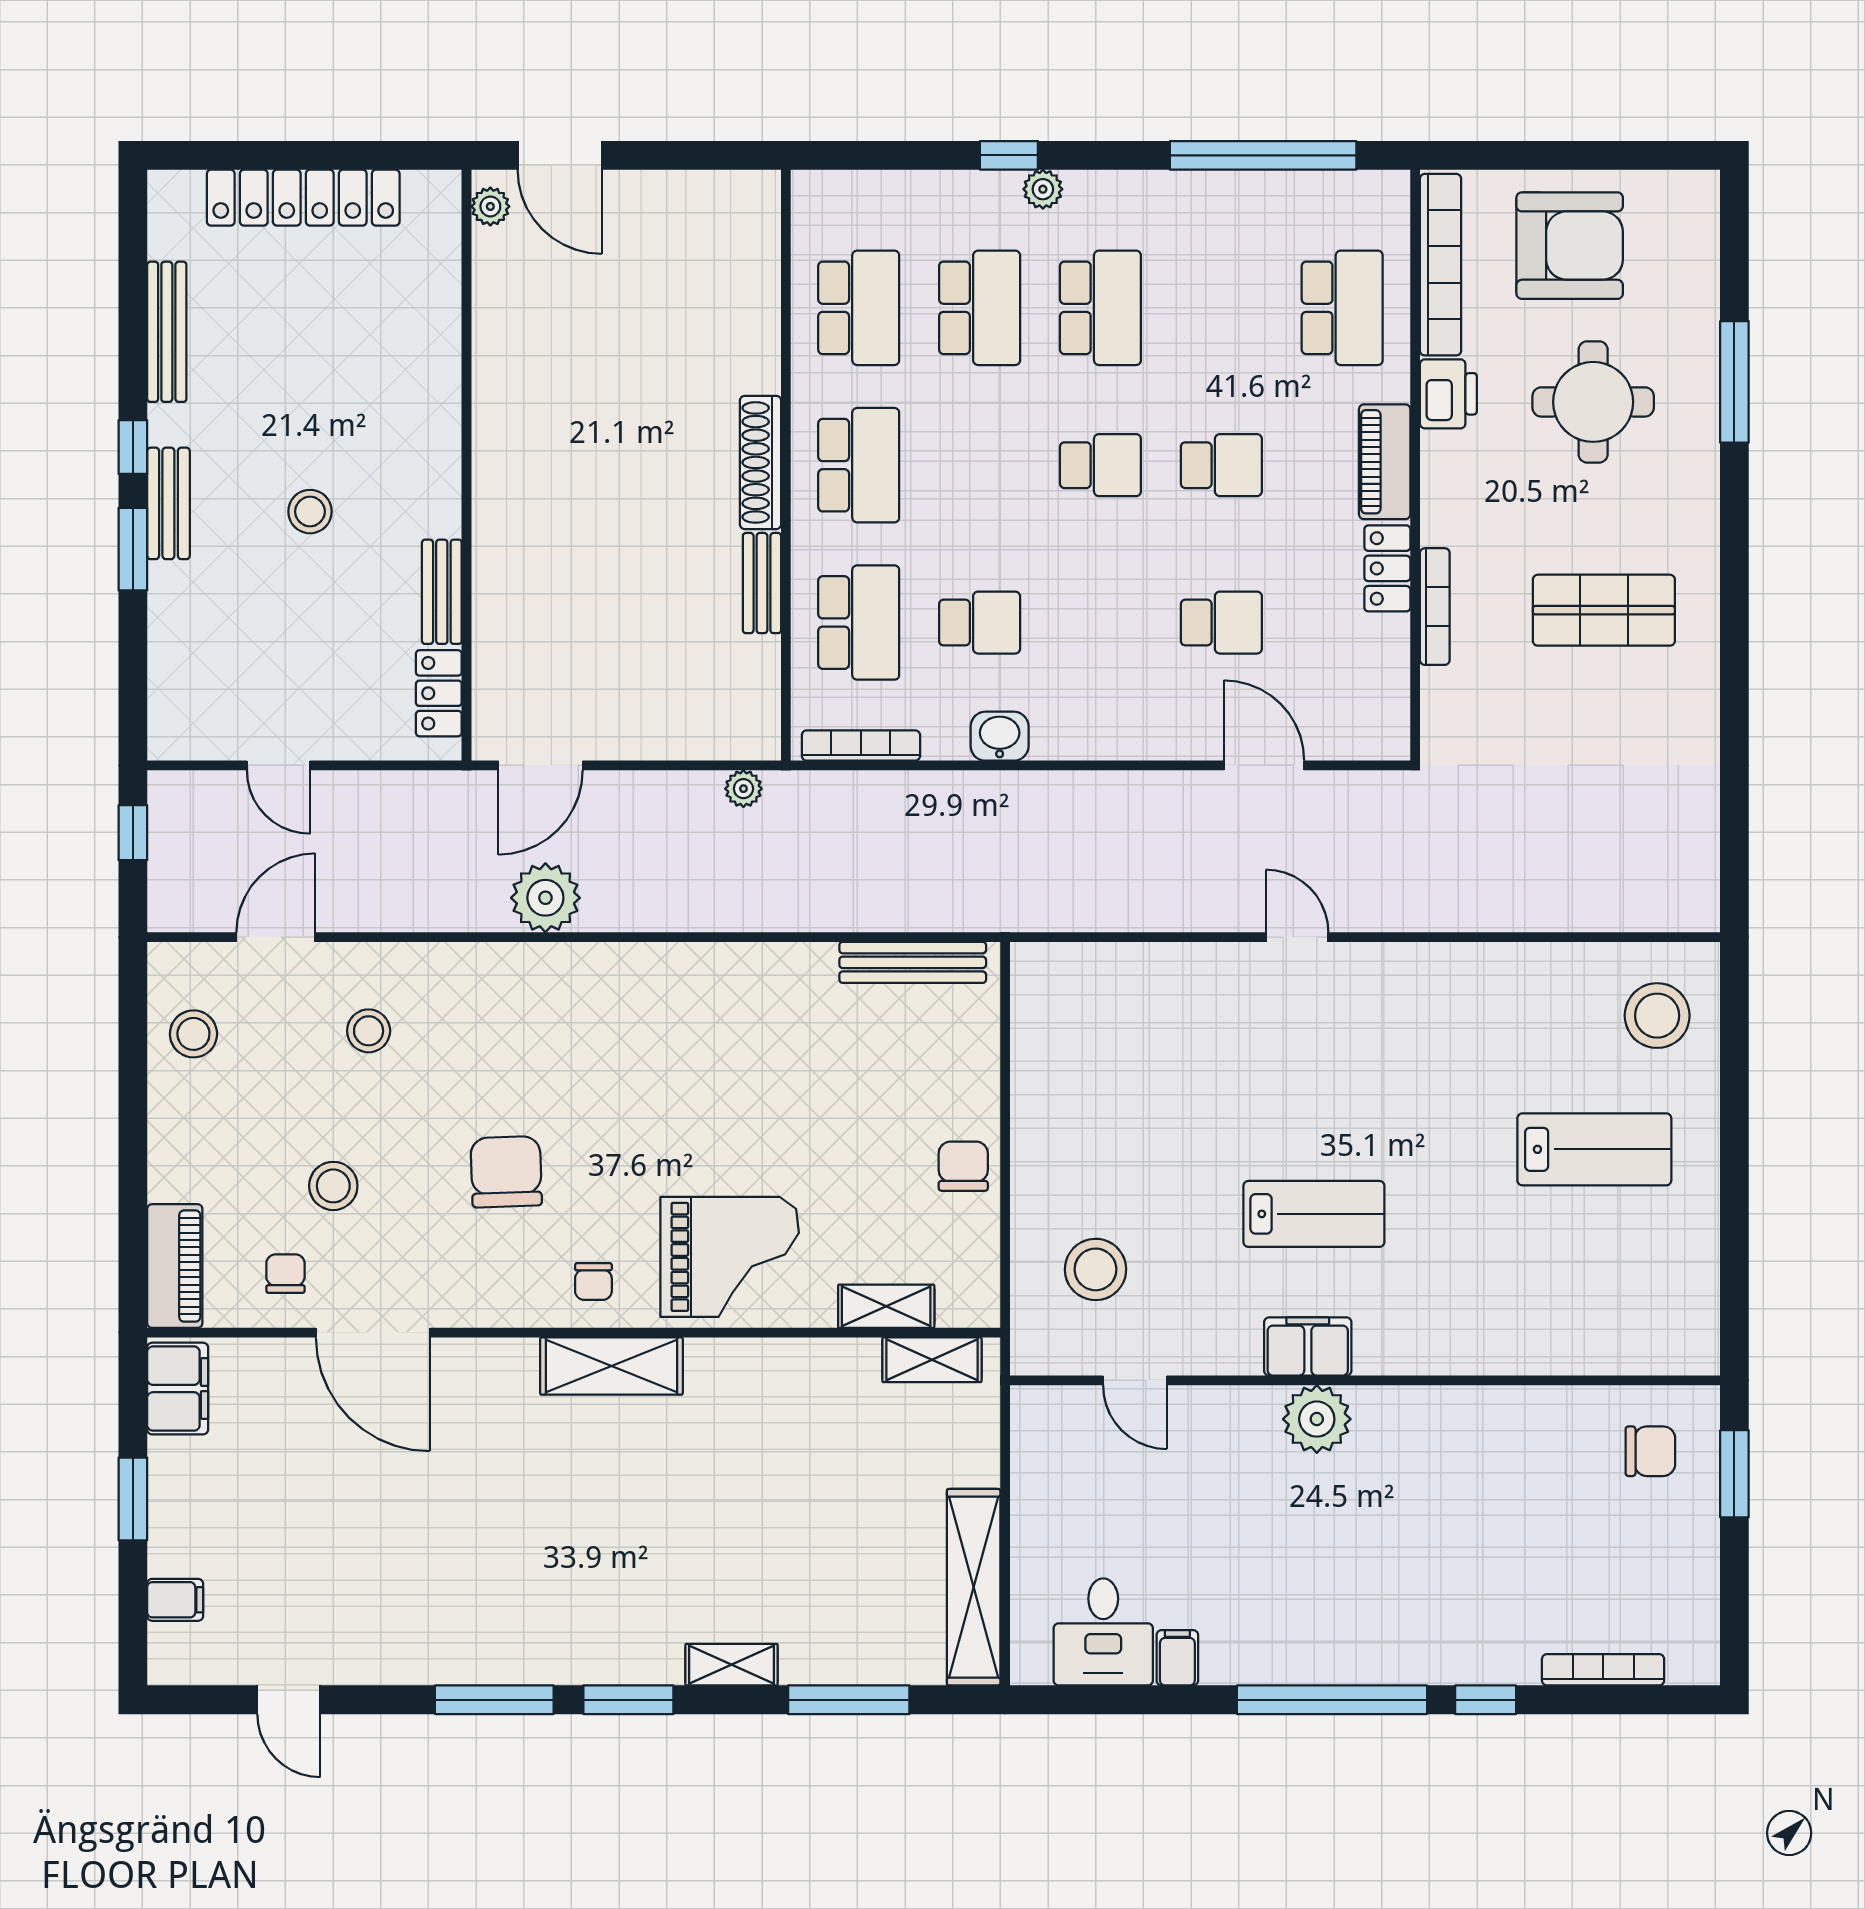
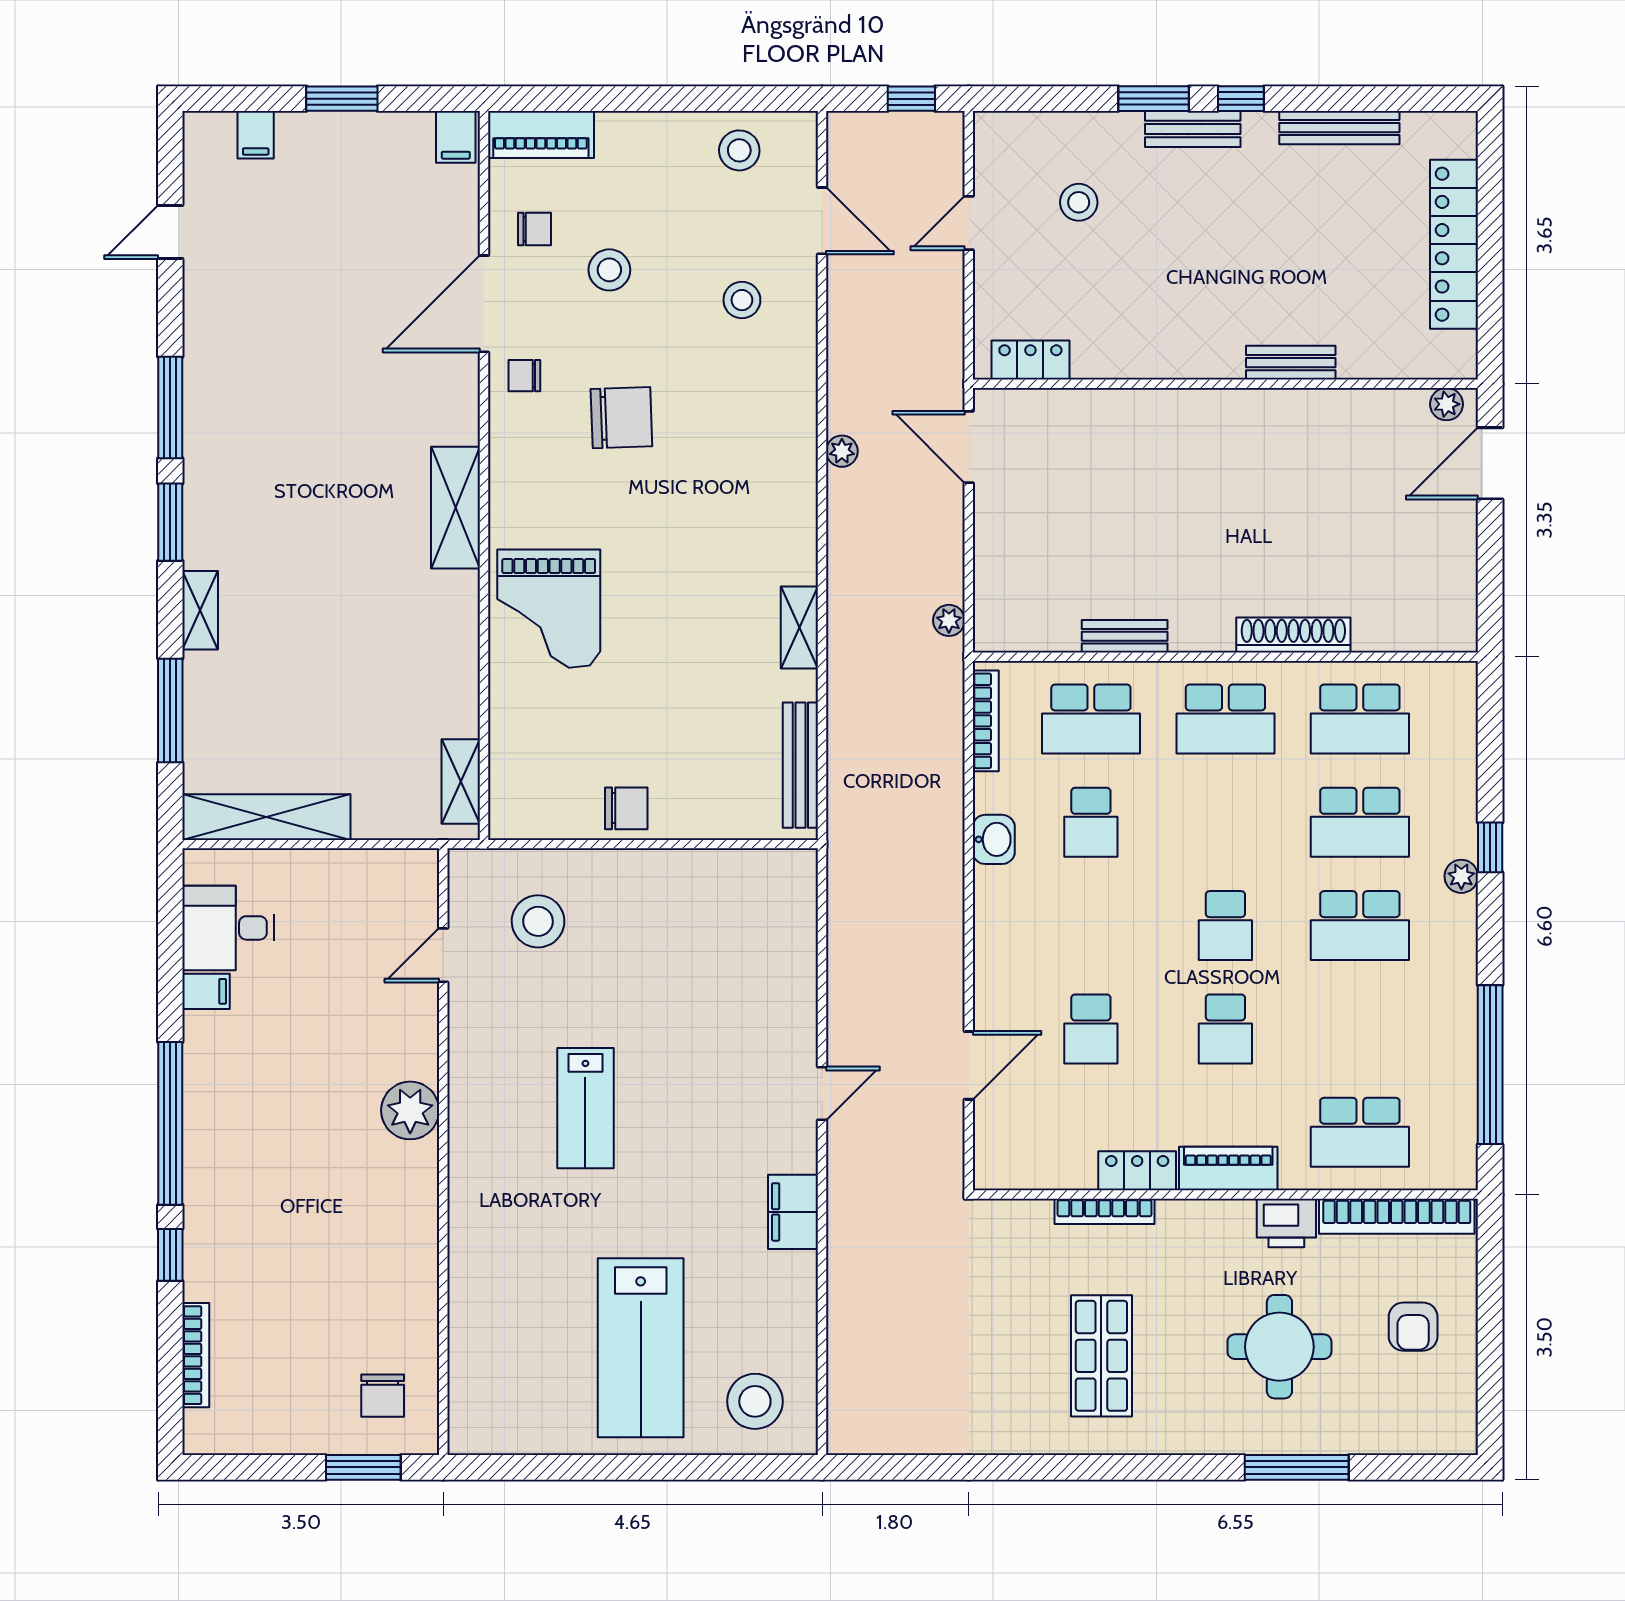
armchair: (1570, 246) -> (1413, 1327), width x0.53, depth x0.53
shoe rack: (761, 462) -> (1293, 635), moved
stool: (310, 512) -> (1079, 202), moved
bench: (442, 592) -> (1291, 363), moved
plant: (545, 898) -> (842, 451), width x0.53, depth x0.53
lab bench: (1594, 1149) -> (641, 1348), width x1.36, depth x1.39
chair: (593, 1282) -> (524, 376), moved
shelving: (886, 1306) -> (799, 628), moved
filing cabinet: (1308, 1346) -> (793, 1212), moved, turned 180
filing cabinet: (178, 1389) -> (456, 137), width x0.50

